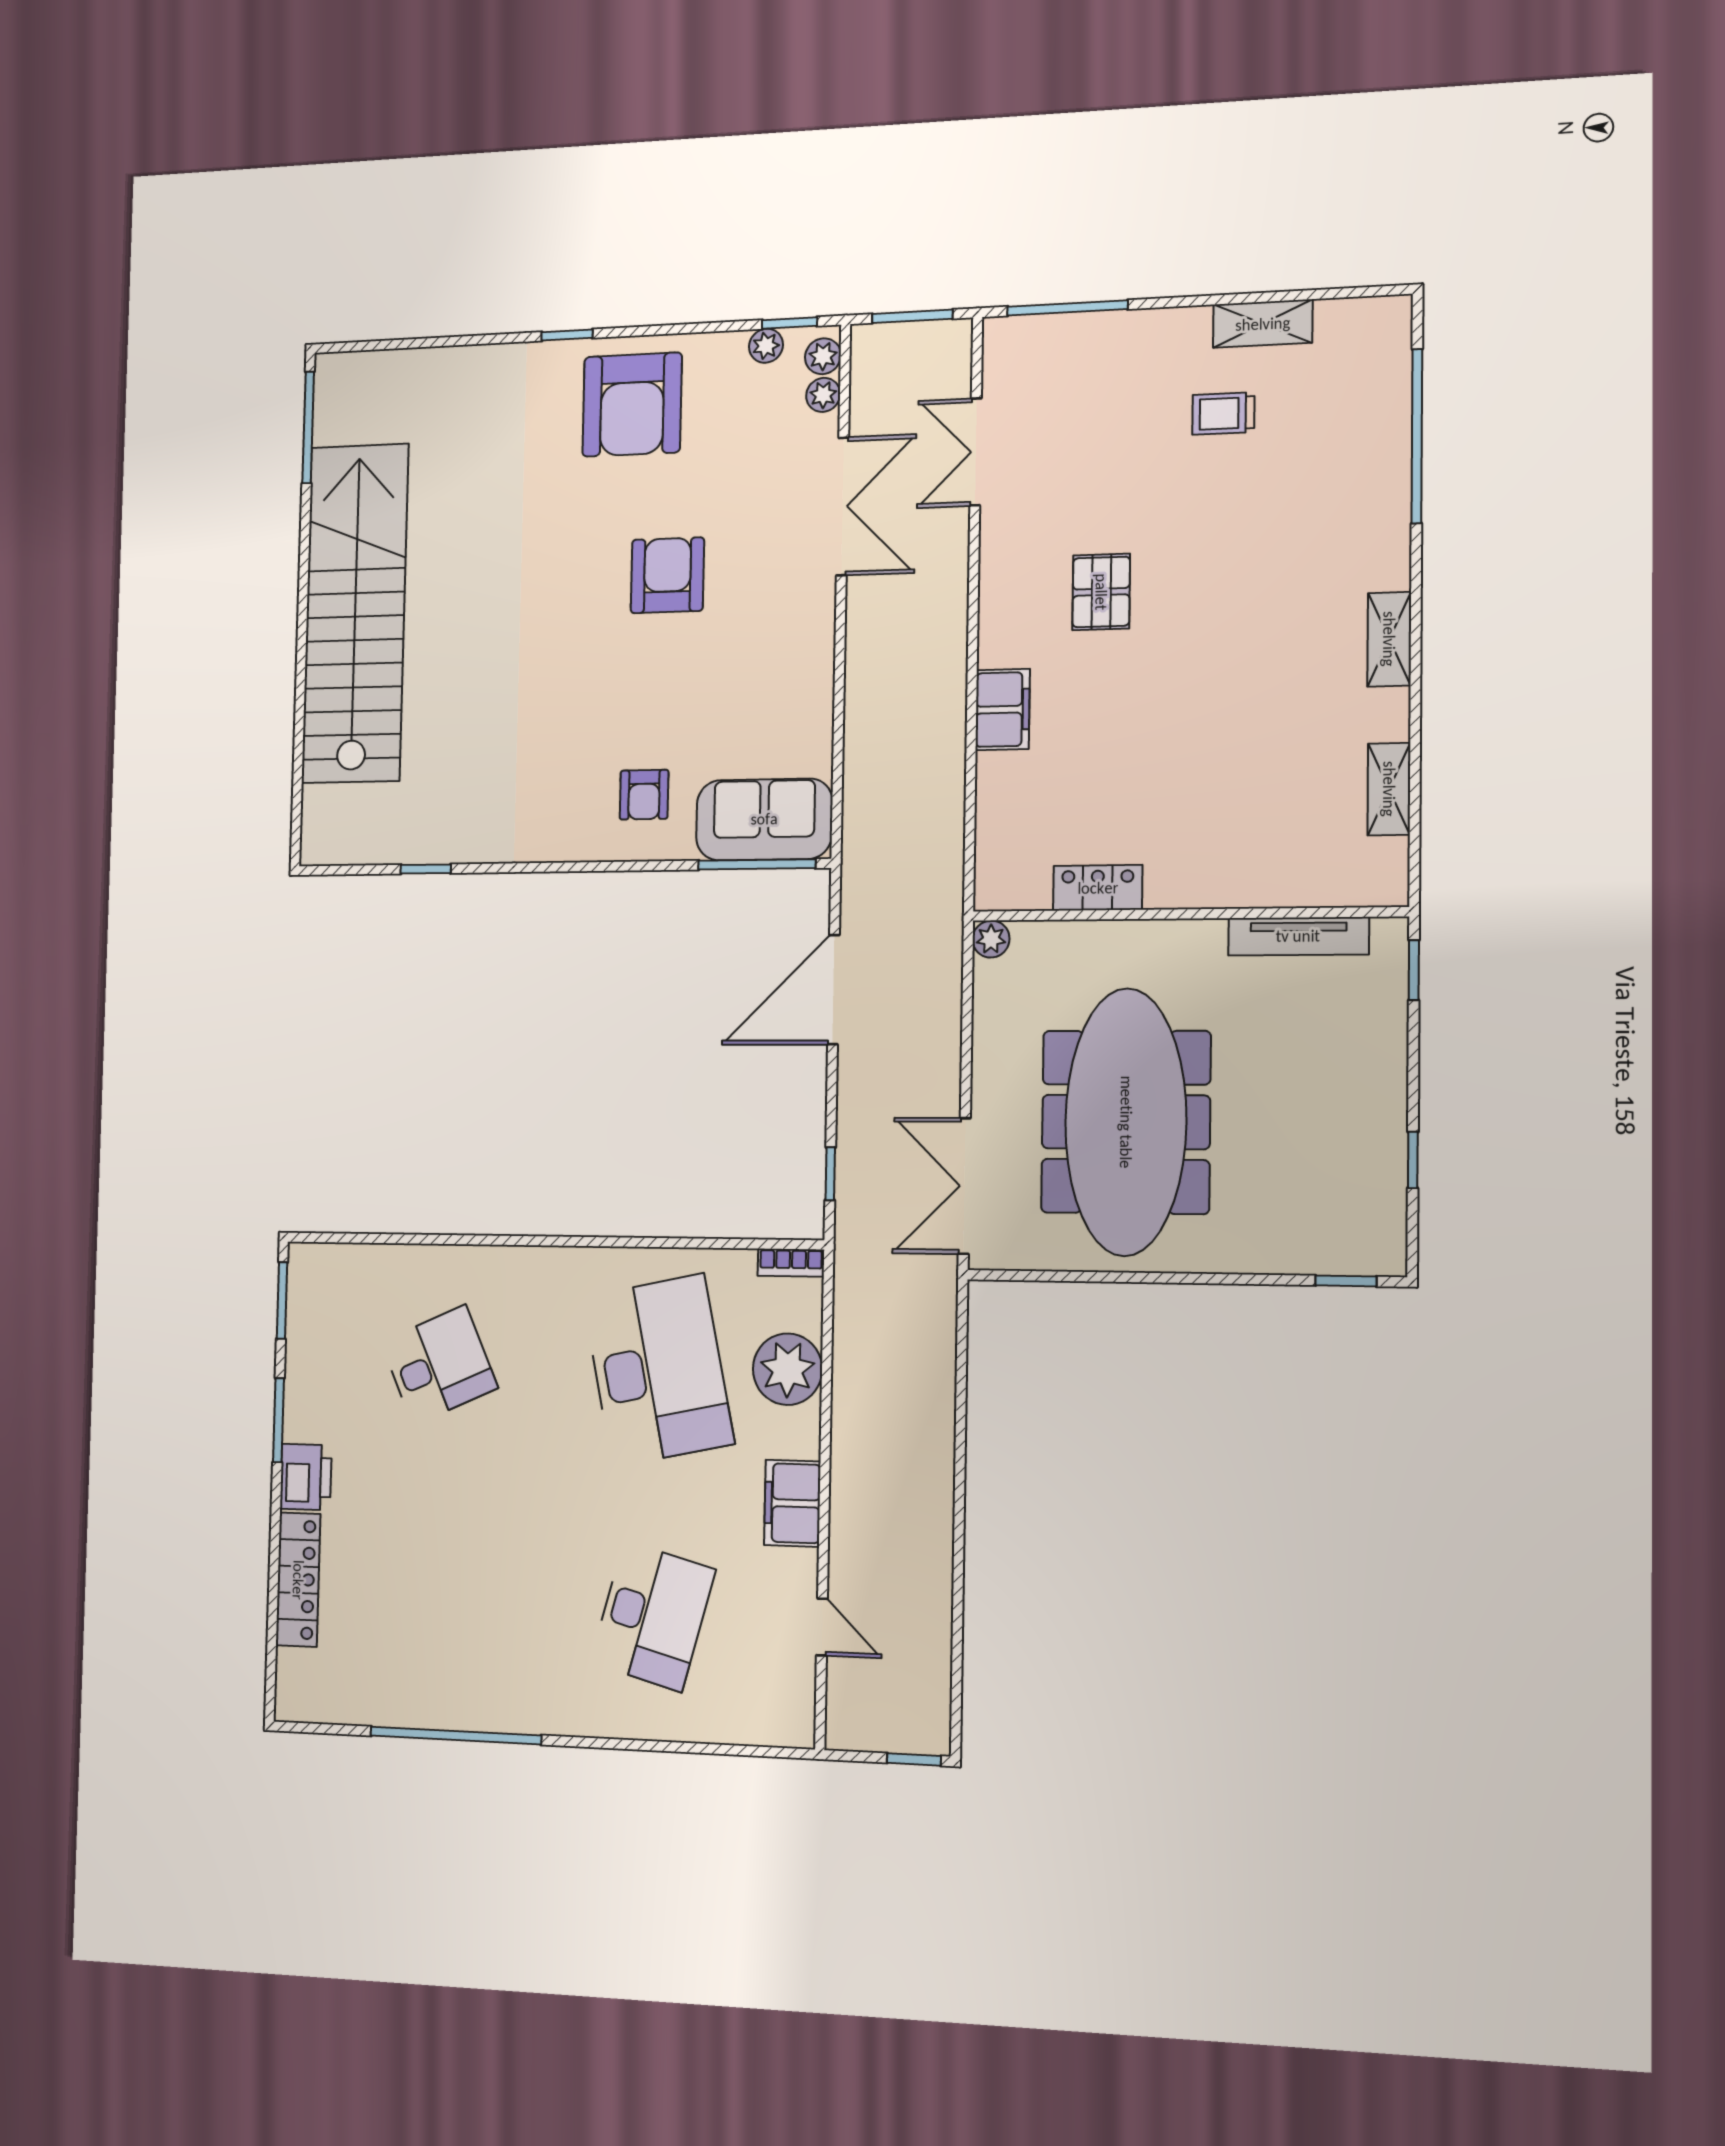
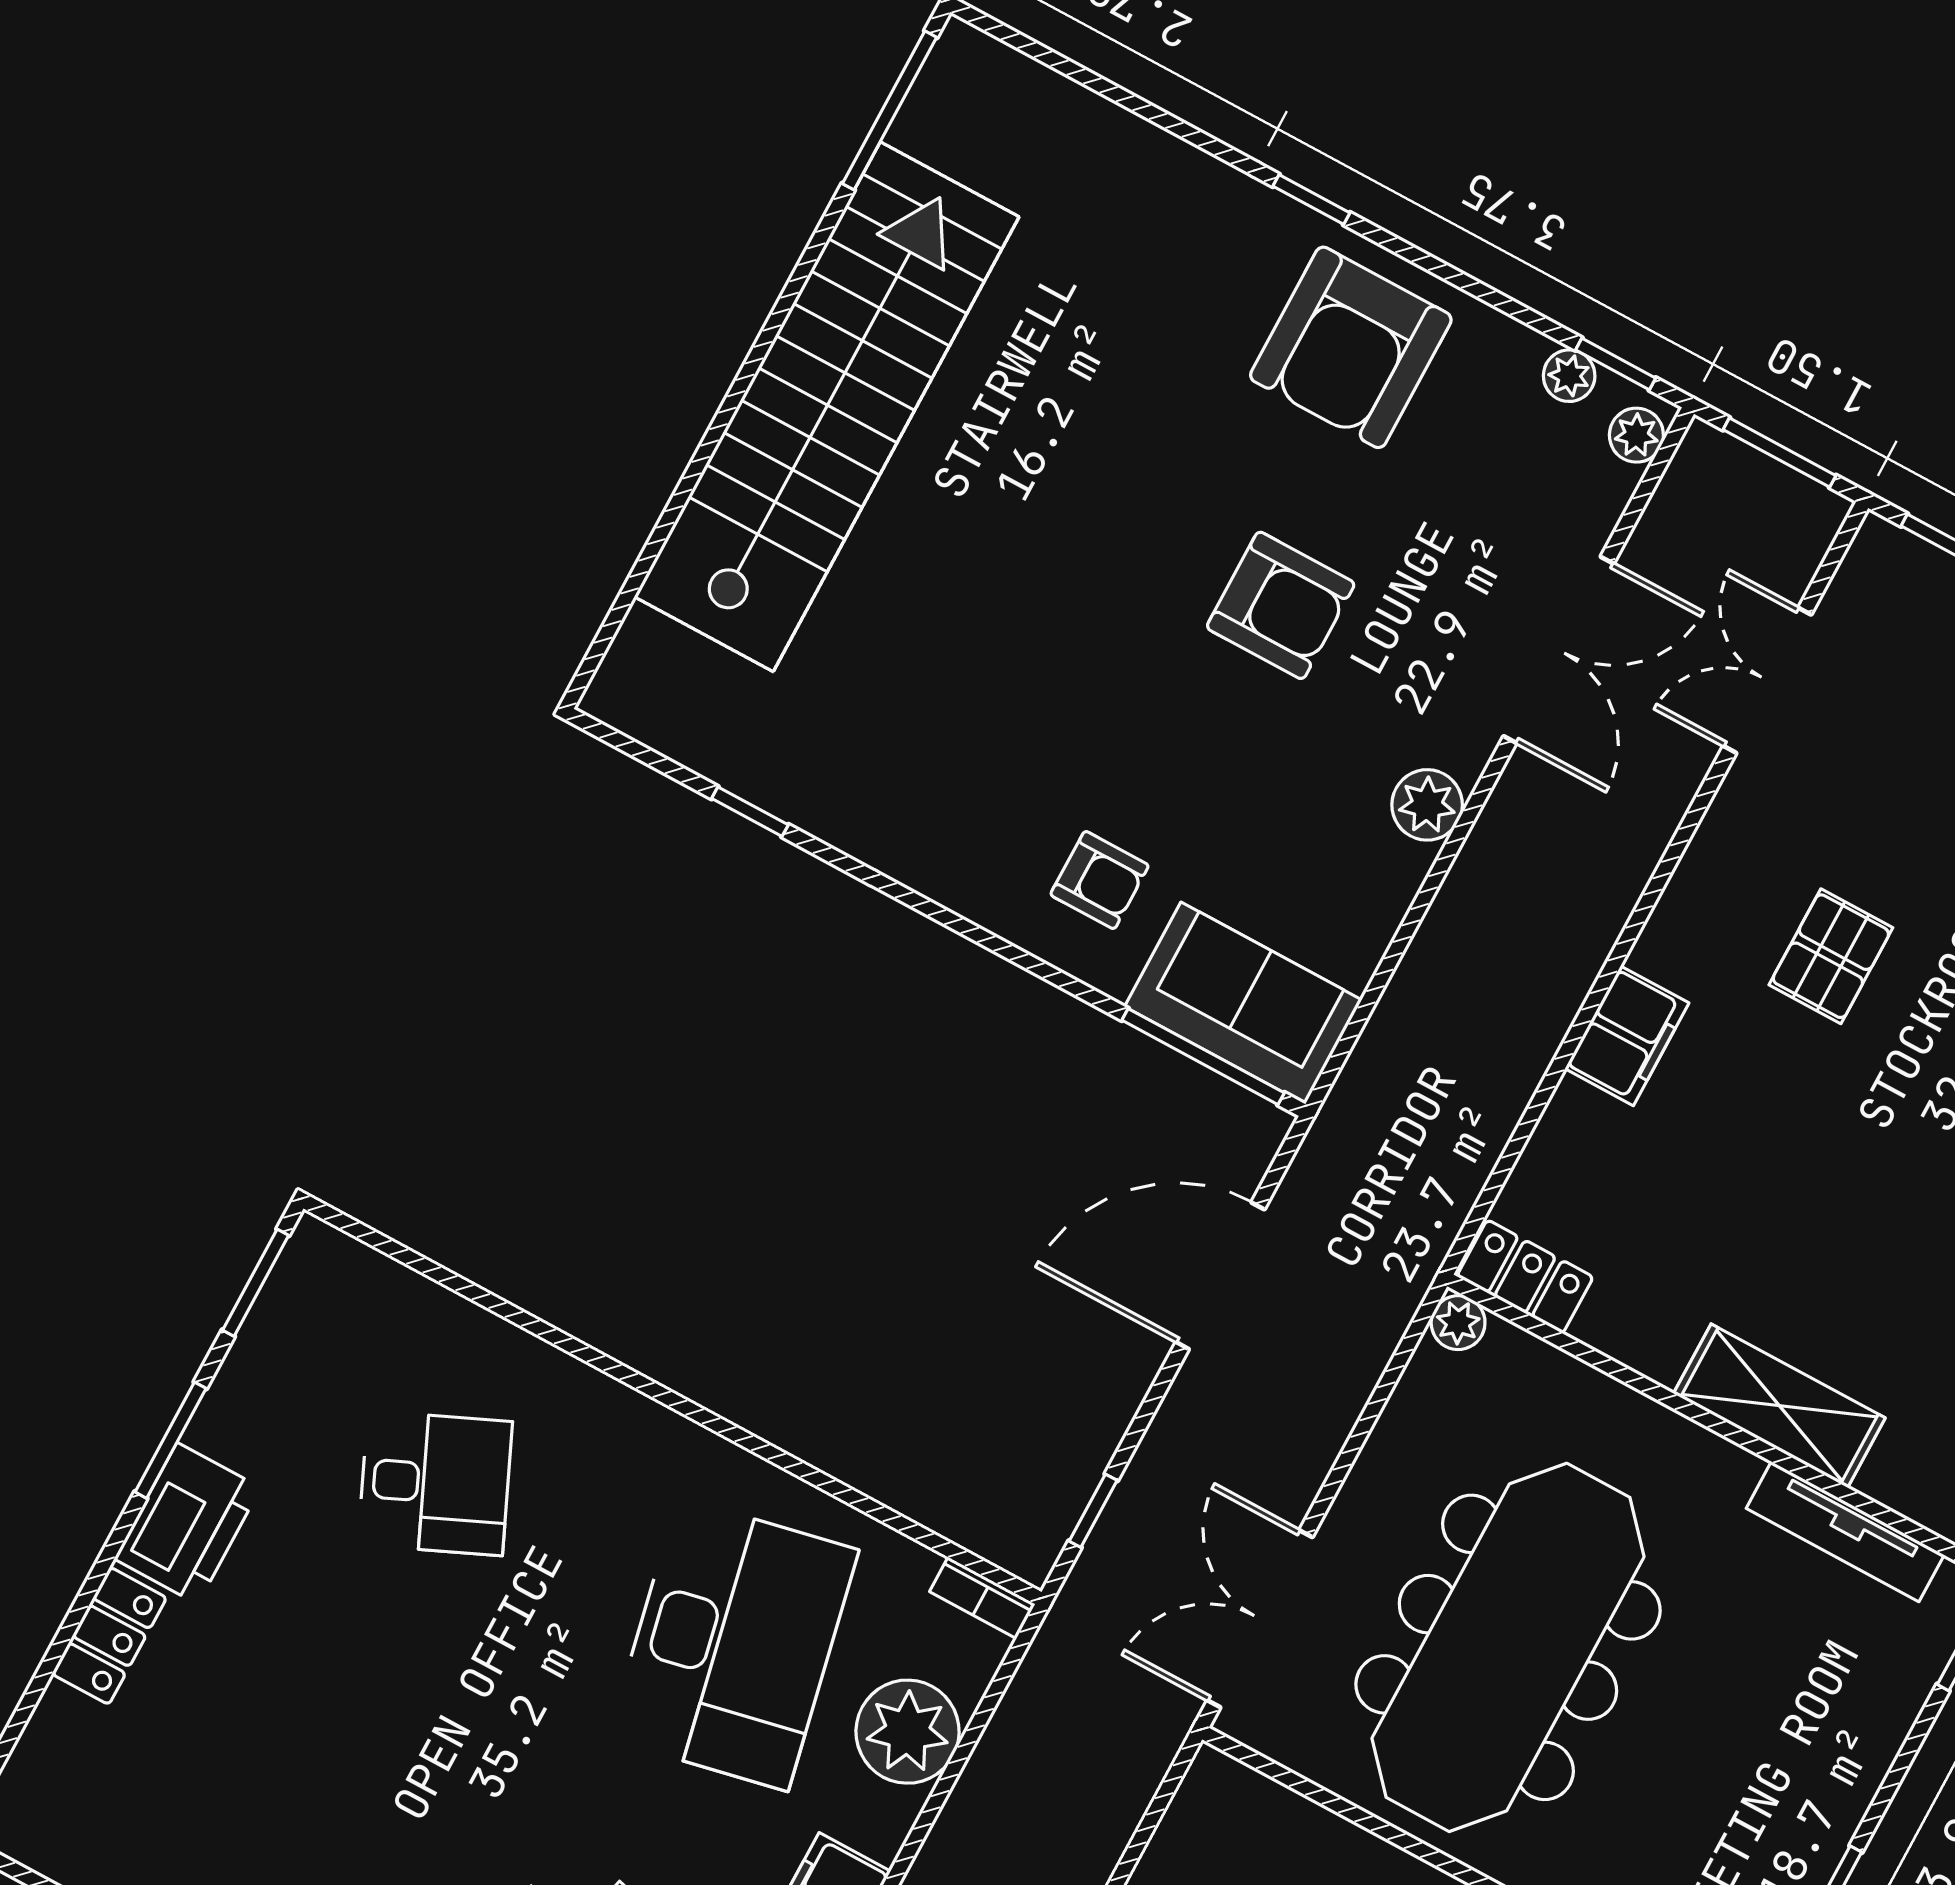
plant: (823, 395) -> (1427, 805), moved, width x1.38, depth x1.38
armchair: (667, 575) -> (1281, 605), turned 90
armchair: (644, 795) -> (1100, 880), turned -90
shelving: (1215, 881) -> (1779, 1406), added
locker: (1098, 888) -> (1525, 1277), moved
printer: (306, 1477) -> (187, 1523), width x1.37, depth x1.19
locker: (298, 1580) -> (109, 1636), width x0.66

